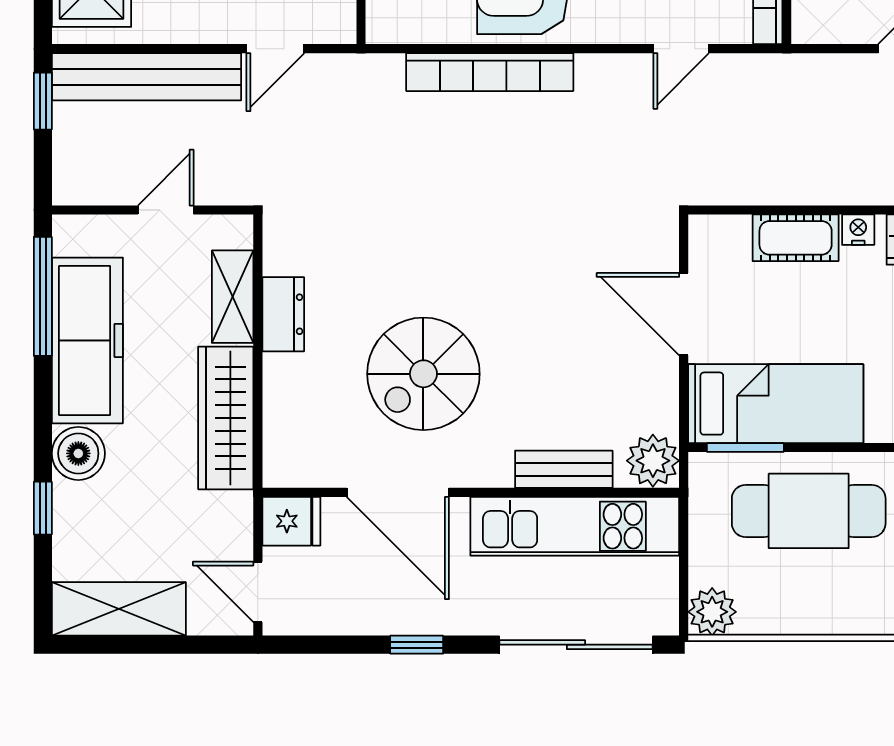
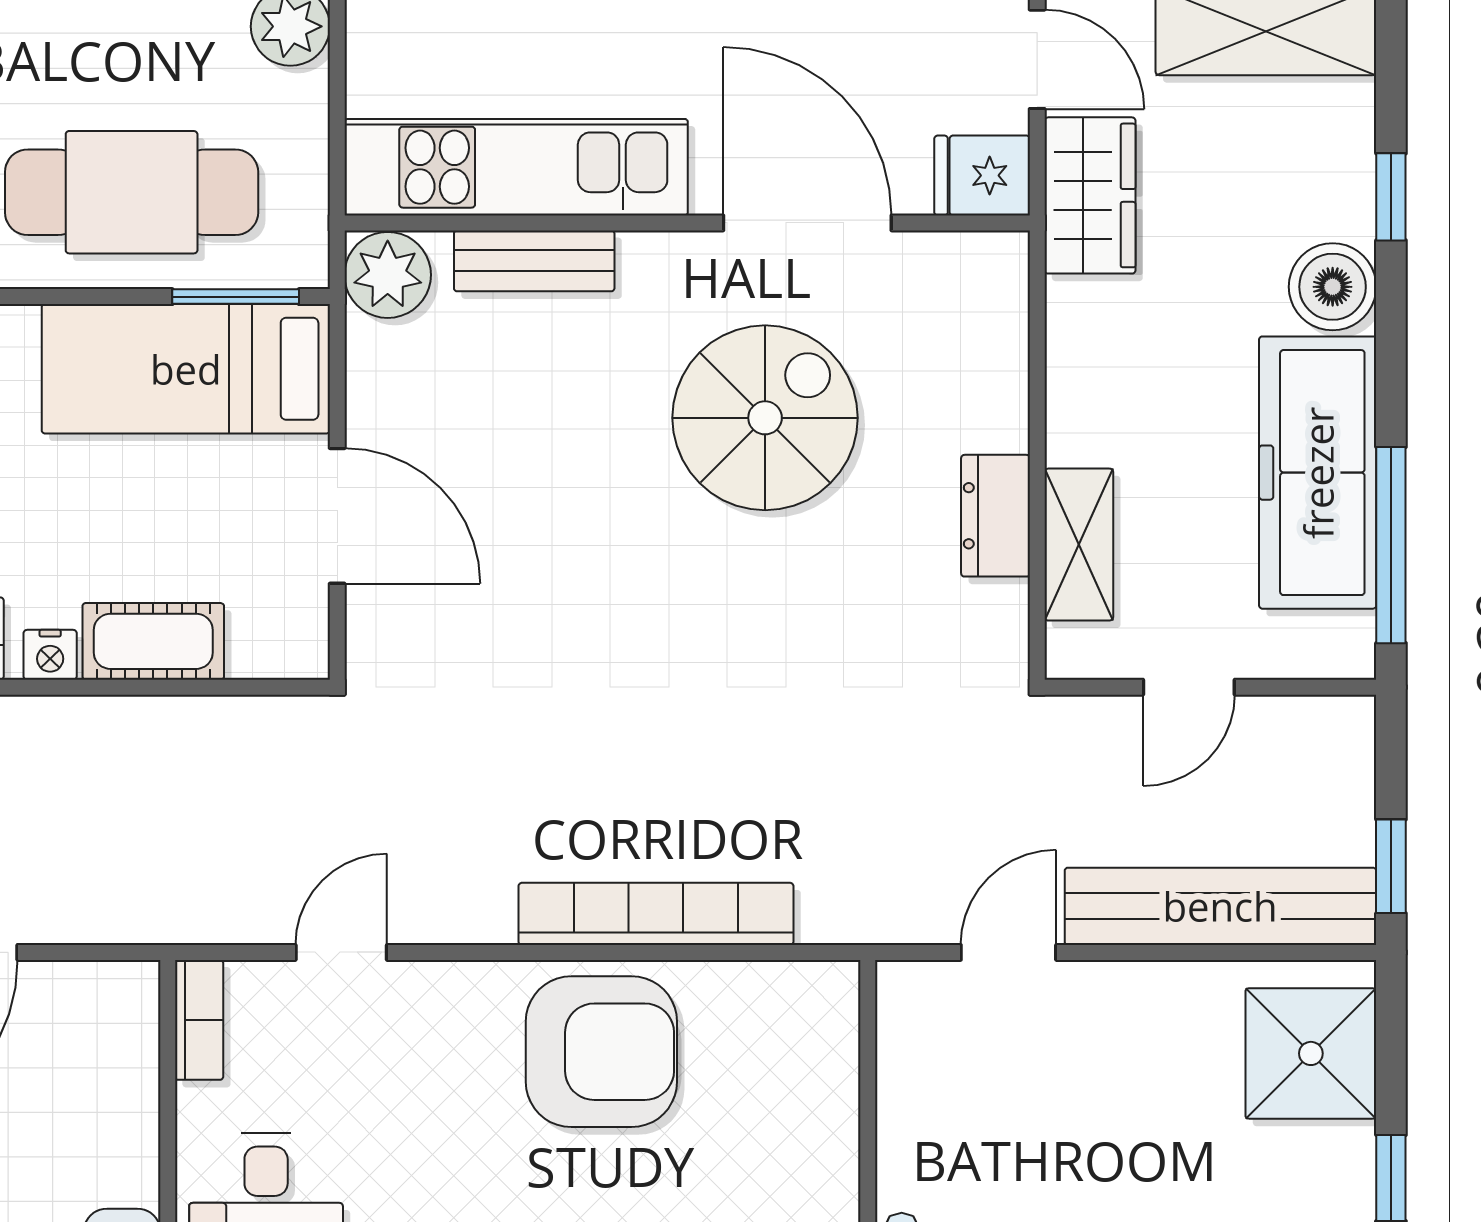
wardrobe: (226, 418) -> (1090, 195), moved, width x0.67

